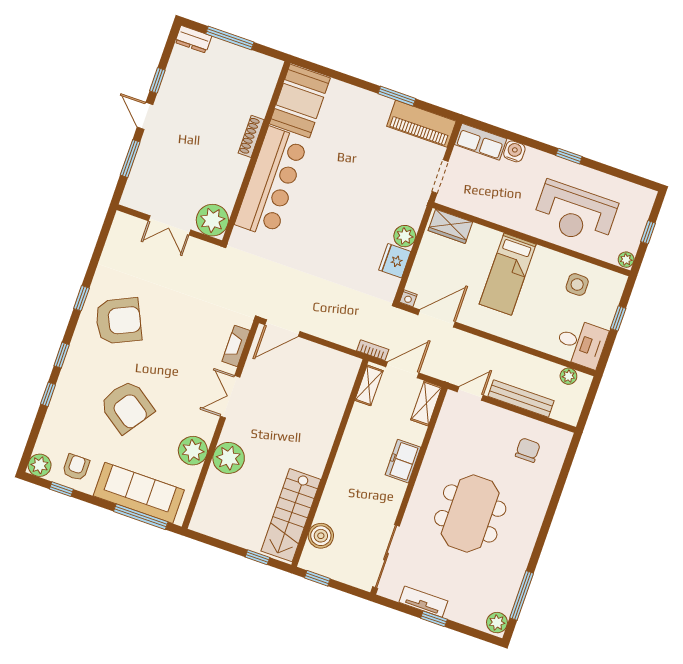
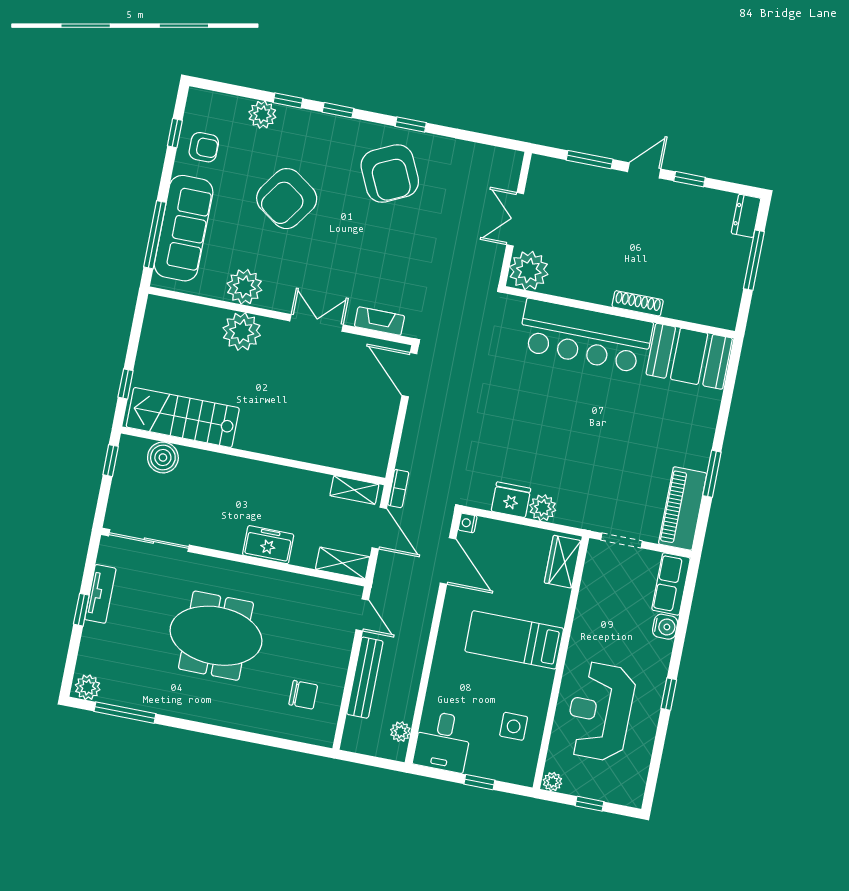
plant: (40, 465) -> (262, 115), moved

